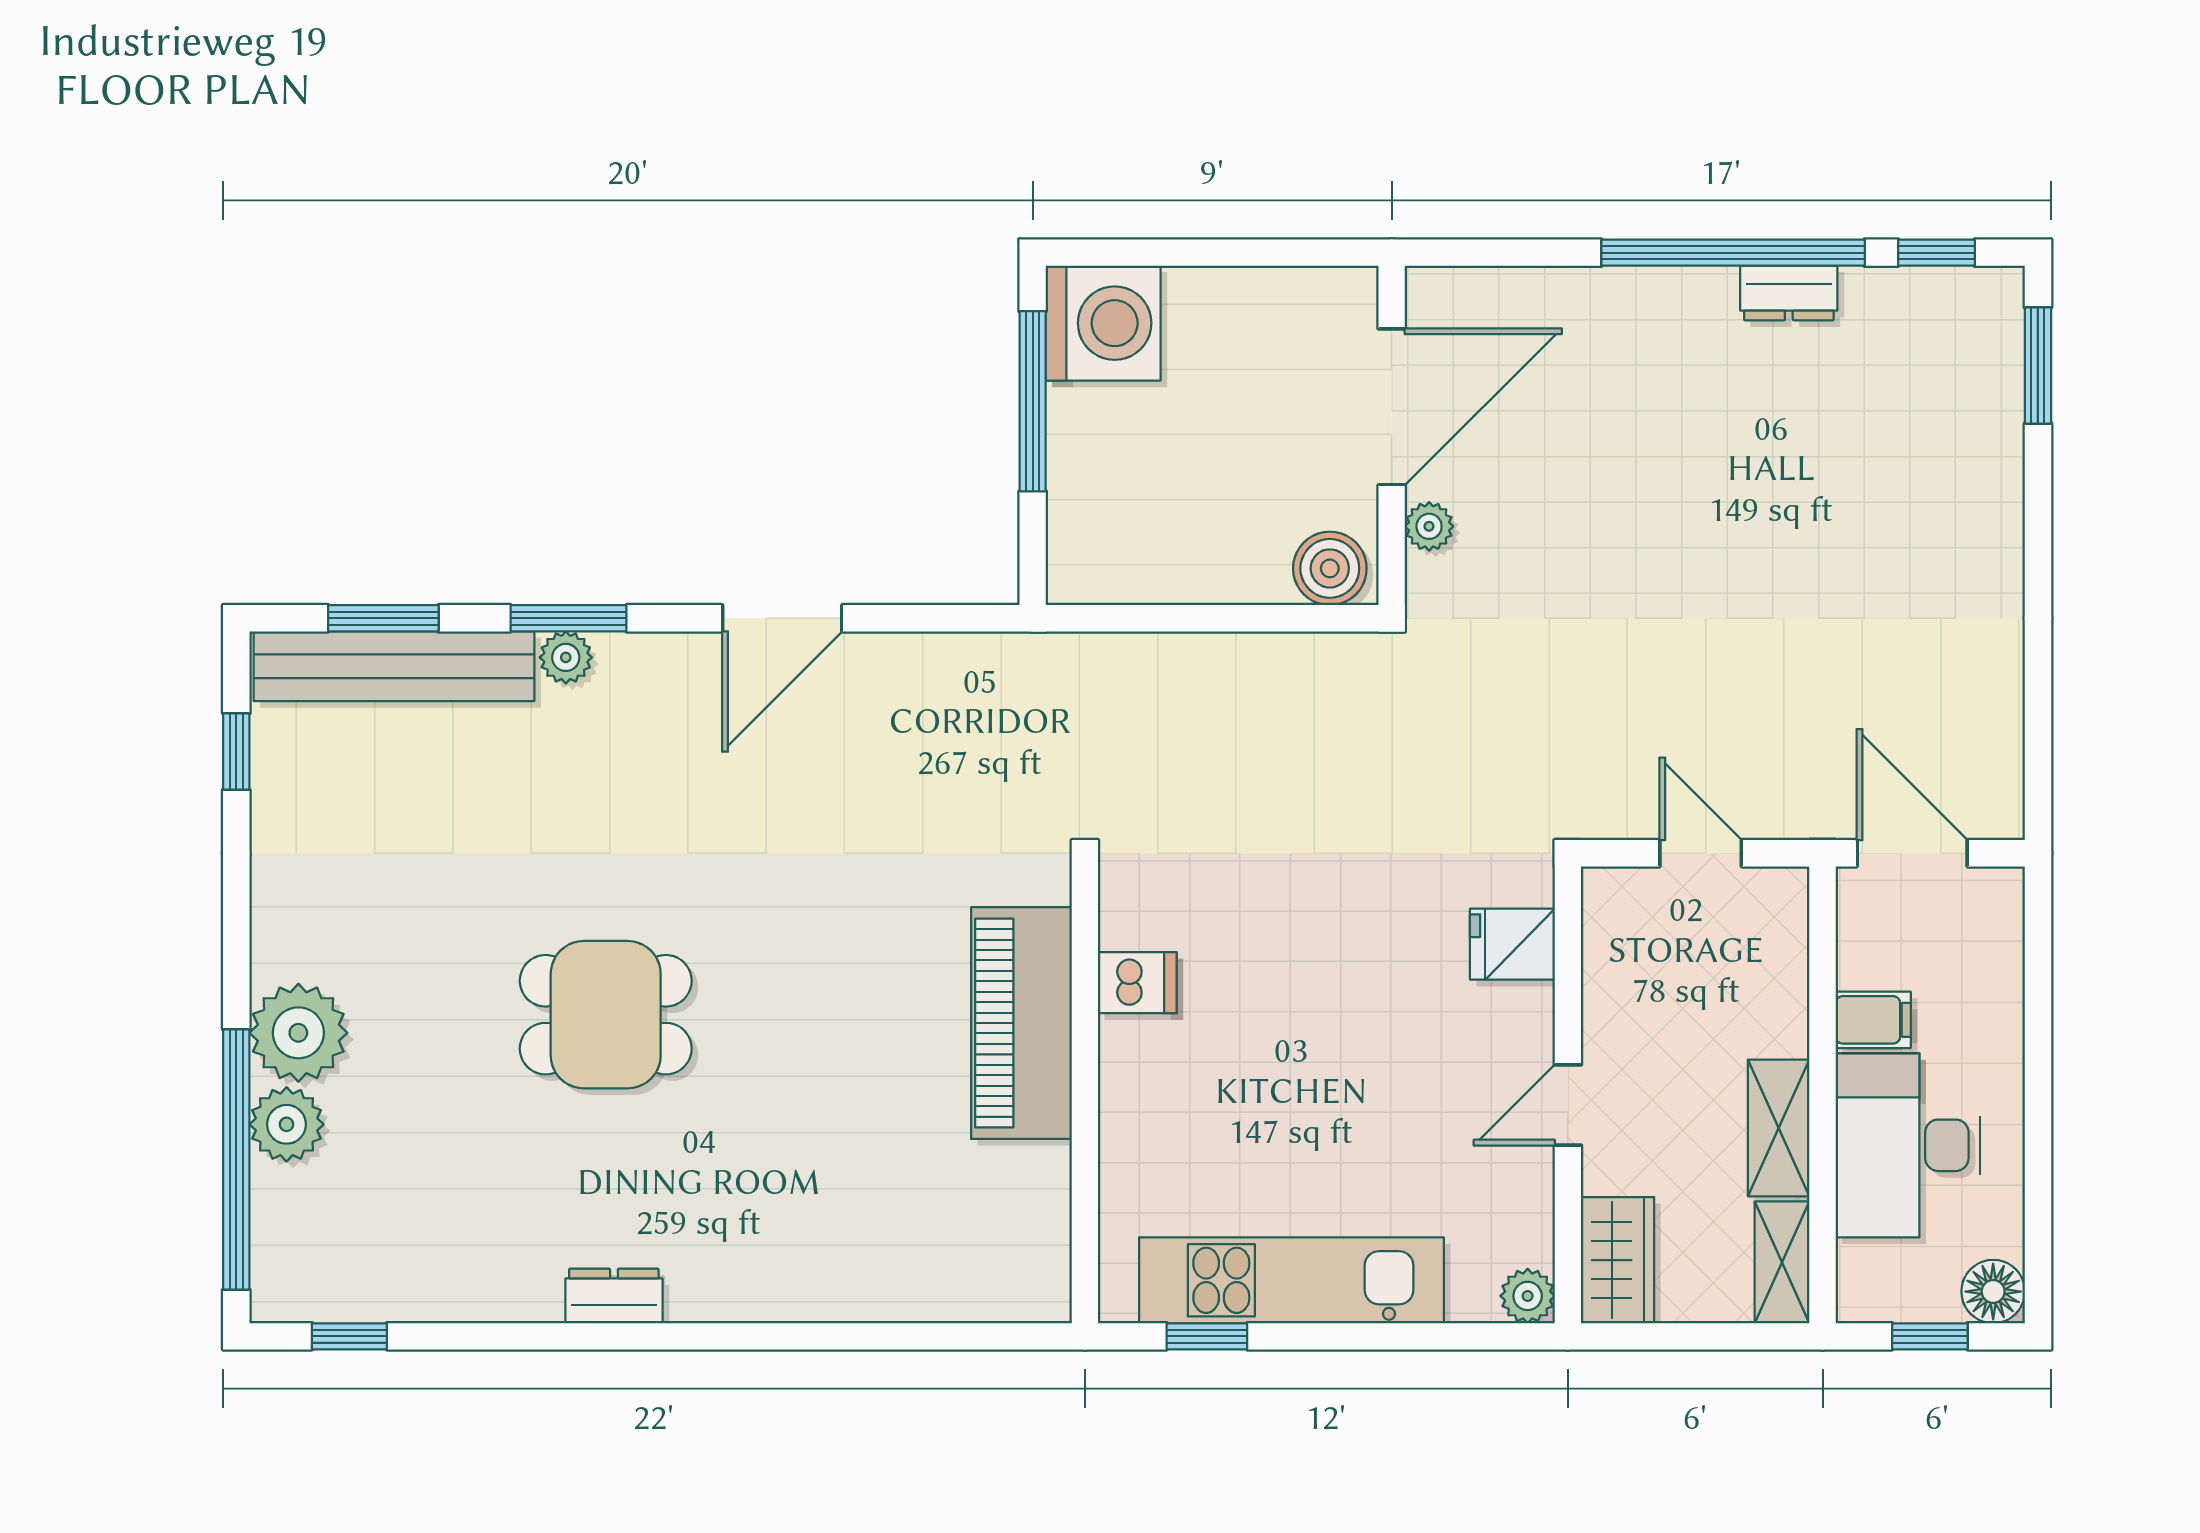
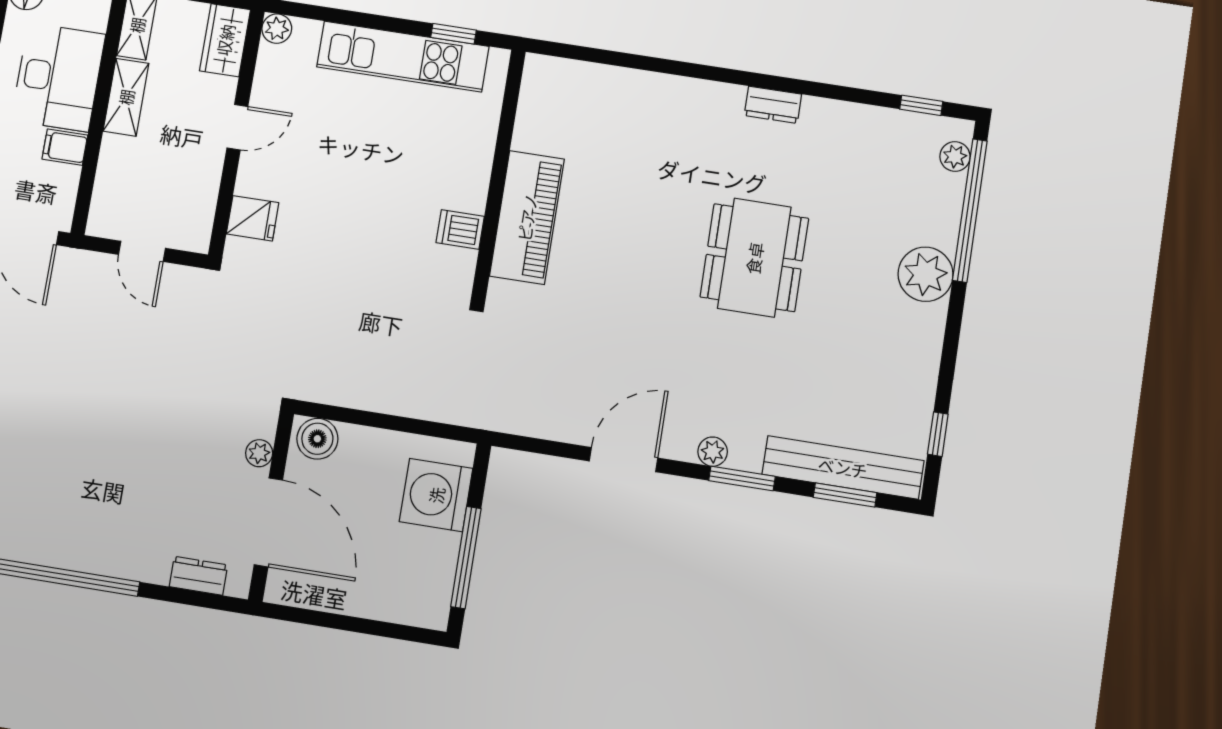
dresser: (1789, 293) -> (198, 576), moved
washing machine: (1103, 323) -> (436, 495), moved
door: (1392, 407) -> (268, 522), swing flipped
plant: (566, 657) -> (713, 452), moved
dining table: (606, 1015) -> (754, 258), width x1.38
plant: (287, 1124) -> (955, 156), moved, width x0.73, depth x0.73

